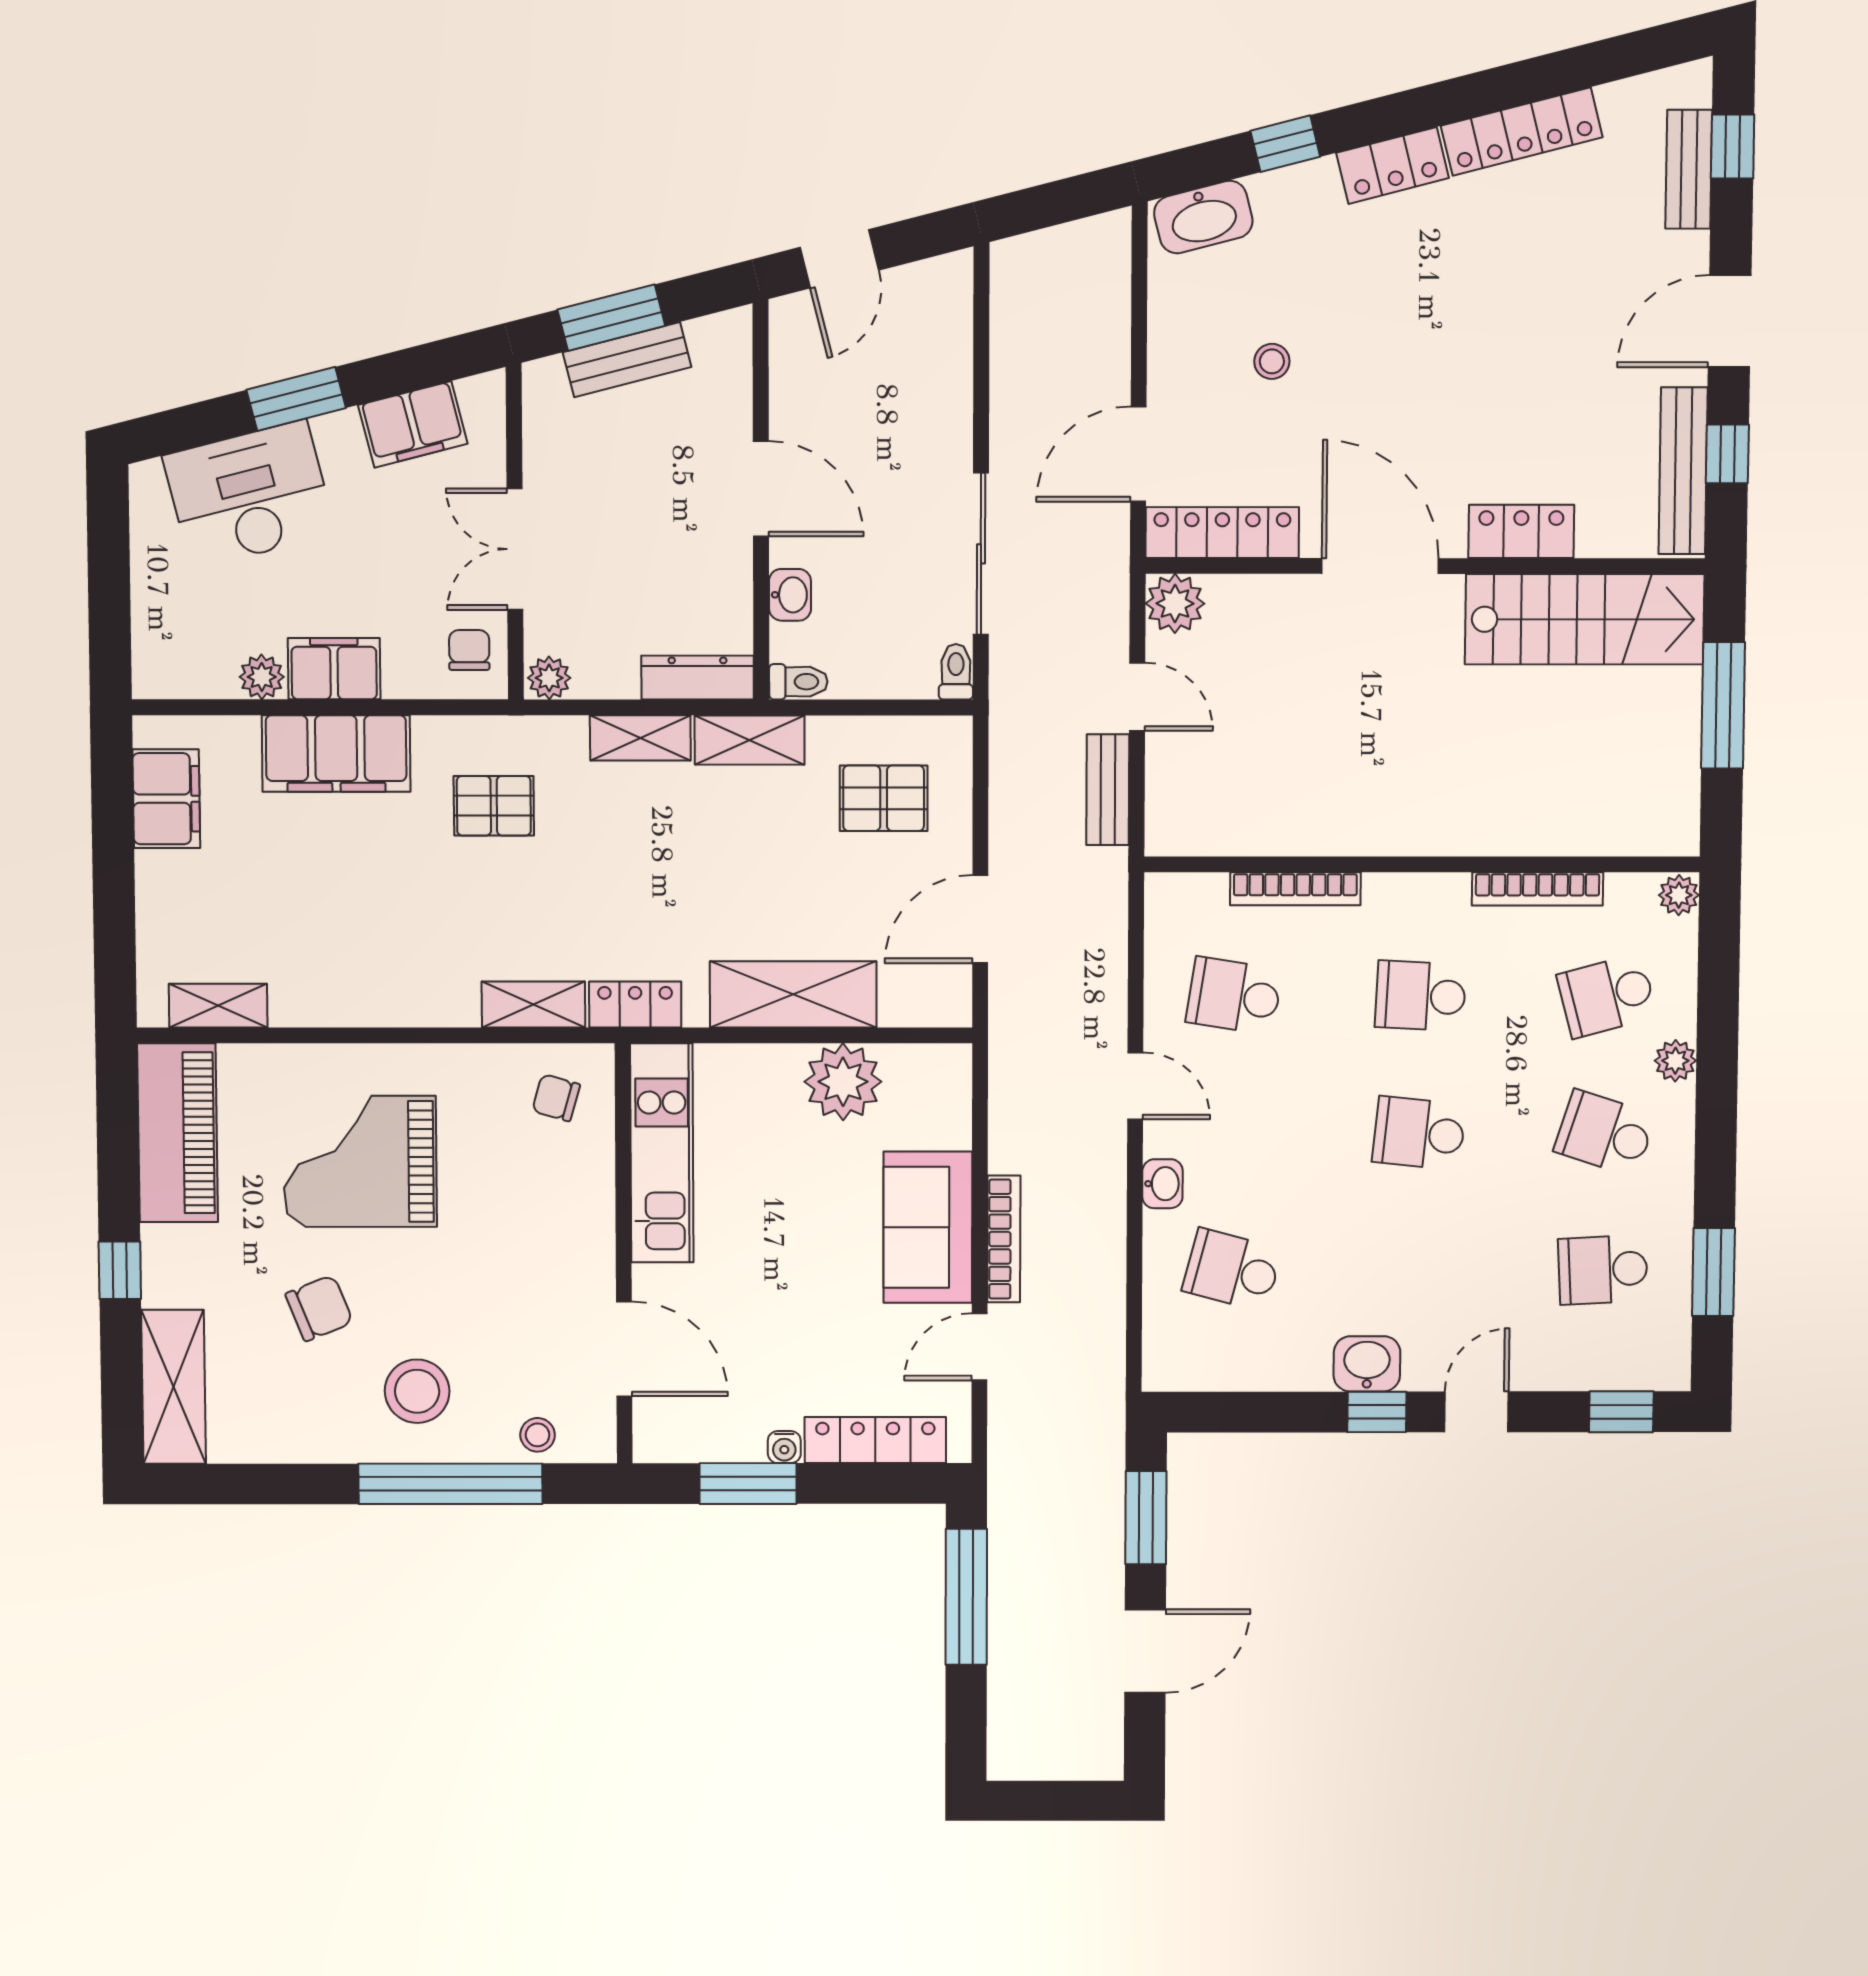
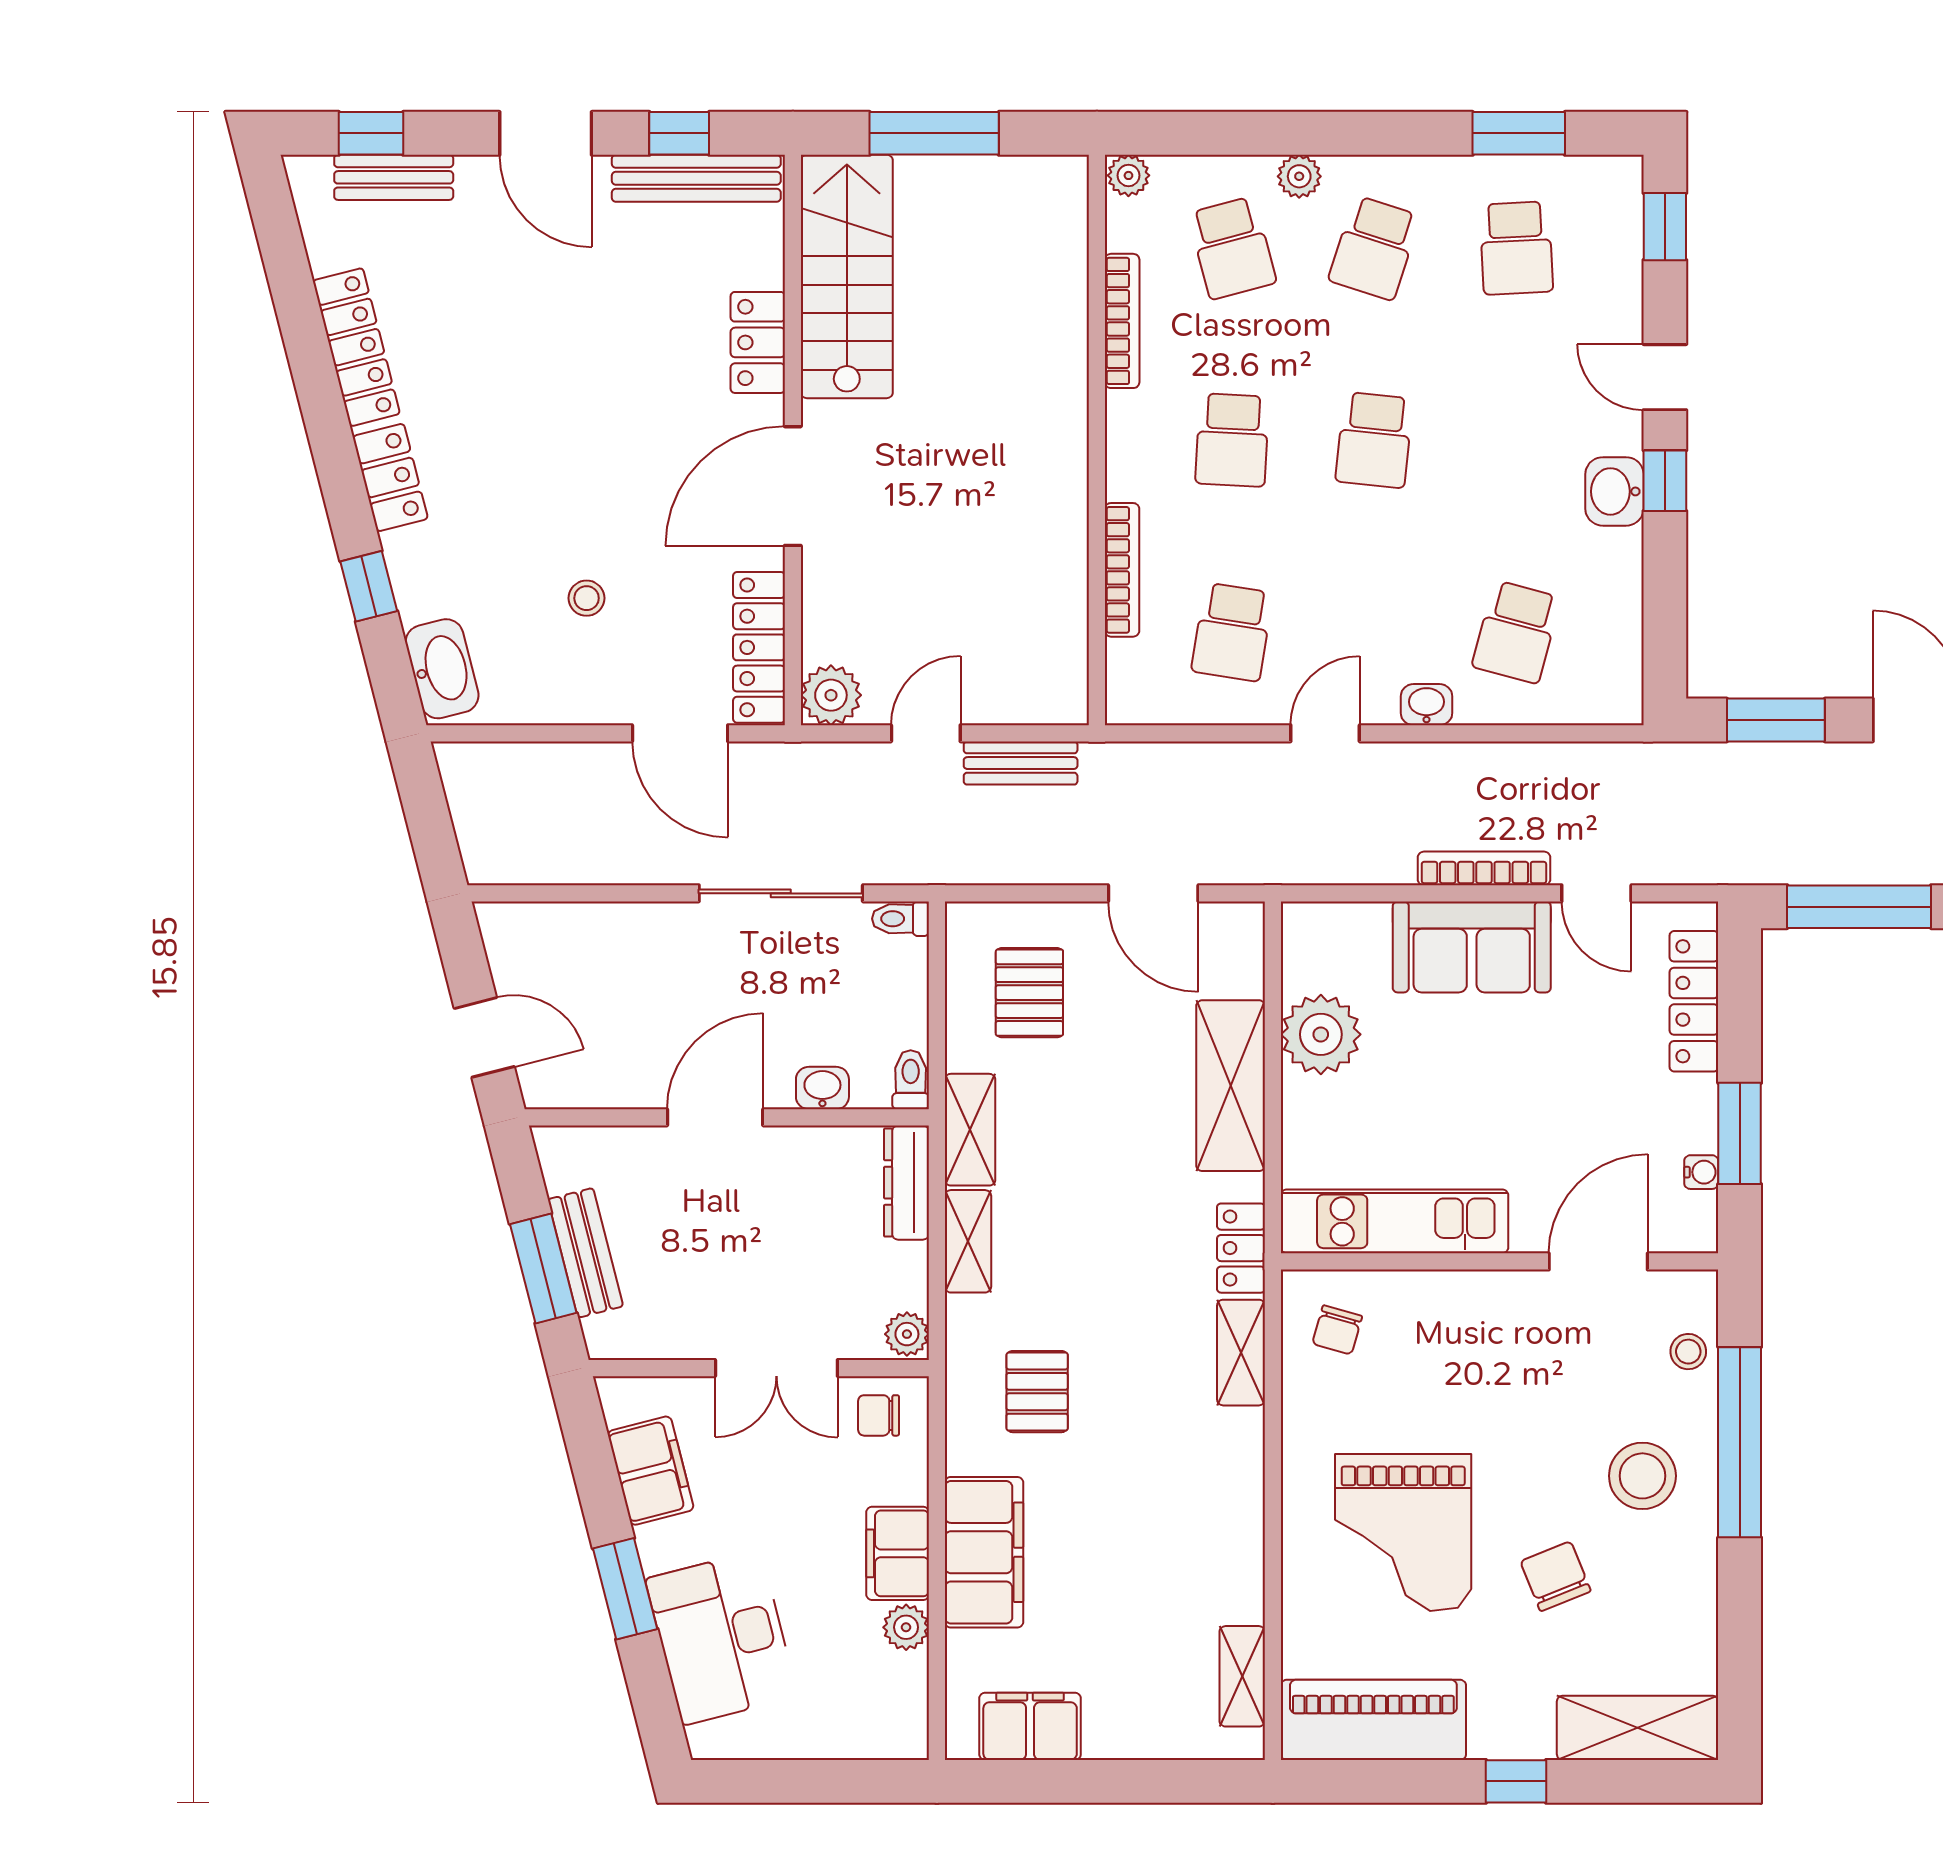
water cooler: (784, 1447) -> (1701, 1172), moved

